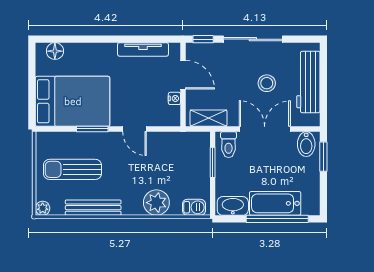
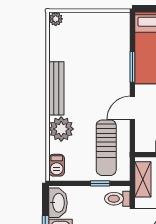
window: (213, 162) -> (100, 183), width x0.67
sun lounger: (72, 169) -> (106, 148), moved, turned 180
bench: (93, 208) -> (56, 88), moved

